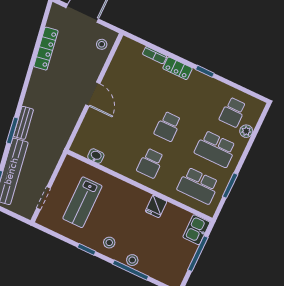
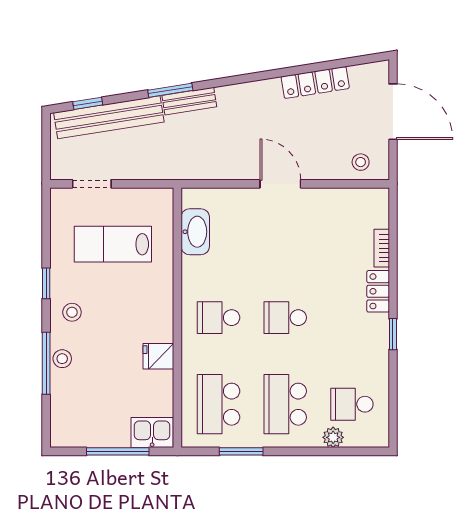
door: (93, 94) -> (280, 184), swing flipped
washbasin: (96, 156) -> (195, 232), width x1.91, depth x1.45

